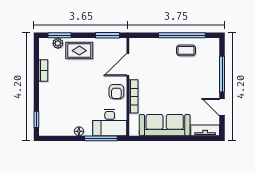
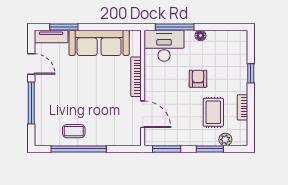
window: (59, 35) -> (210, 149), moved
rug: (79, 51) -> (213, 112), moved, turned 90
door: (128, 65) -> (143, 114), hinge flipped
armchair: (116, 92) -> (198, 79), moved
window: (36, 119) -> (251, 73), moved
window: (194, 138) -> (64, 27), added

